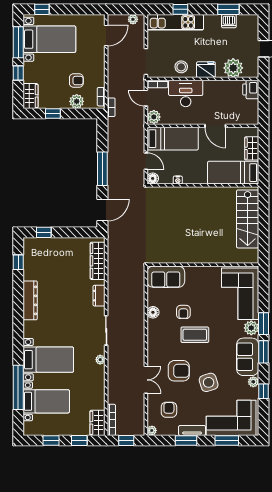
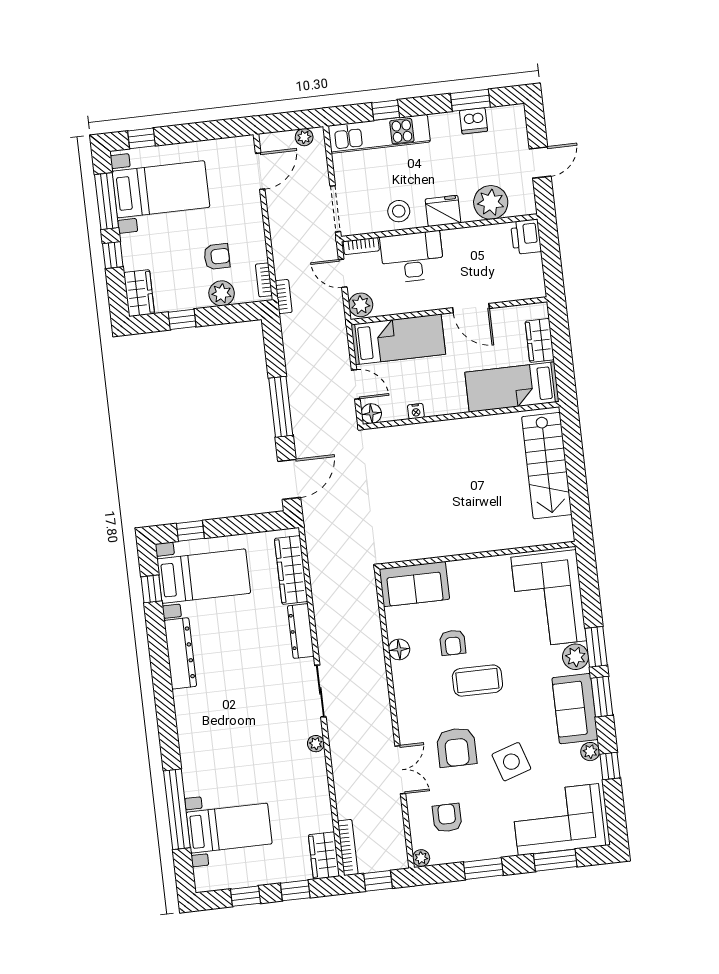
dresser: (99, 296) -> (301, 631), width x1.44
bed with nightstands: (48, 360) -> (204, 576), moved
armchair: (179, 371) -> (457, 747), turned 90
tv unit: (192, 430) -> (492, 850), removed

